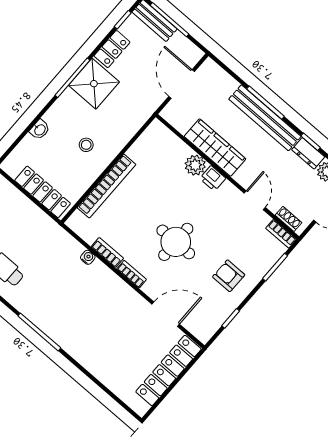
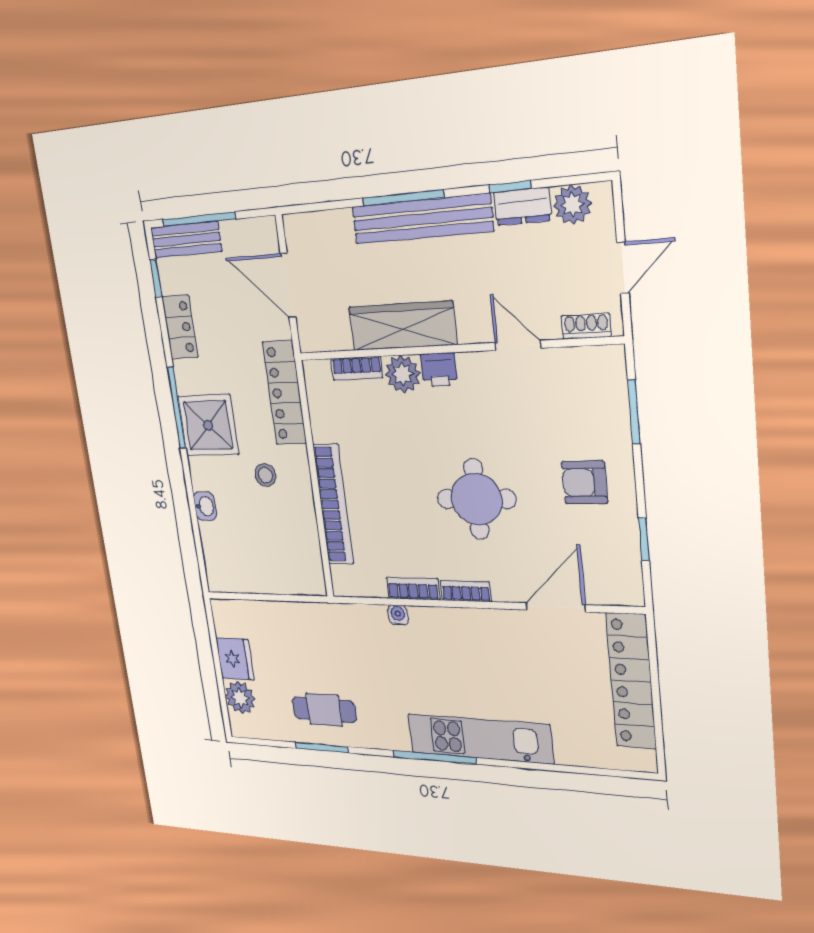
shower: (94, 84) -> (208, 425), moved
locker: (43, 192) -> (285, 393), moved, turned -90
bookcase: (281, 234) -> (357, 368), moved
kitchen unit: (72, 341) -> (480, 739), added

